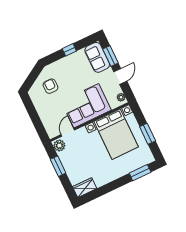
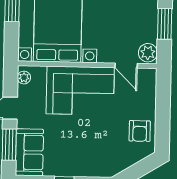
armchair: (50, 86) -> (140, 131), moved
door: (68, 132) -> (126, 66), hinge flipped

